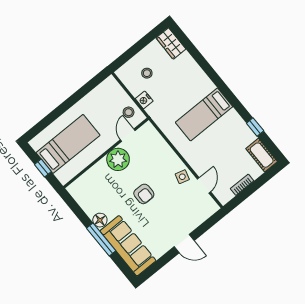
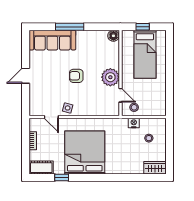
bed: (204, 114) -> (85, 153), width x2.04
floor lamp: (100, 220) -> (113, 36), moved

